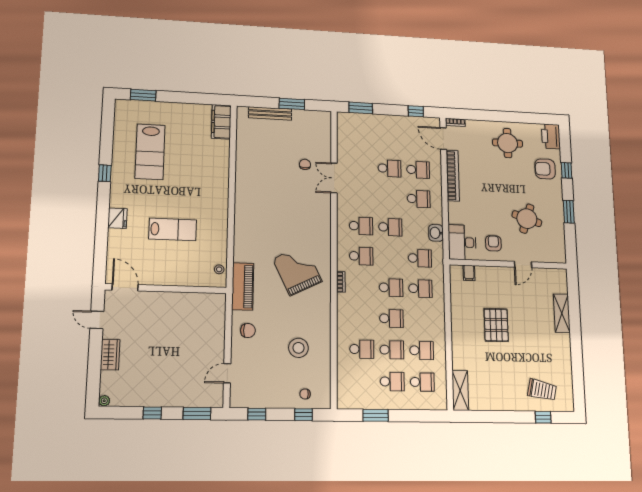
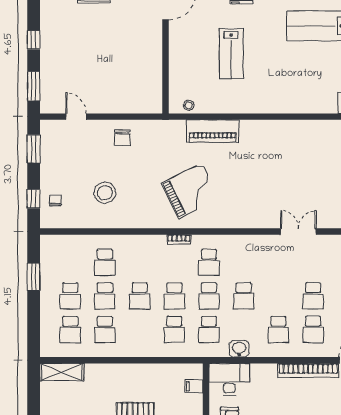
chair: (305, 164) -> (313, 198), removed
school desk: (361, 226) -> (209, 296), moved
piano: (243, 286) -> (212, 131), moved
window: (257, 414) -> (34, 149), width x1.50

